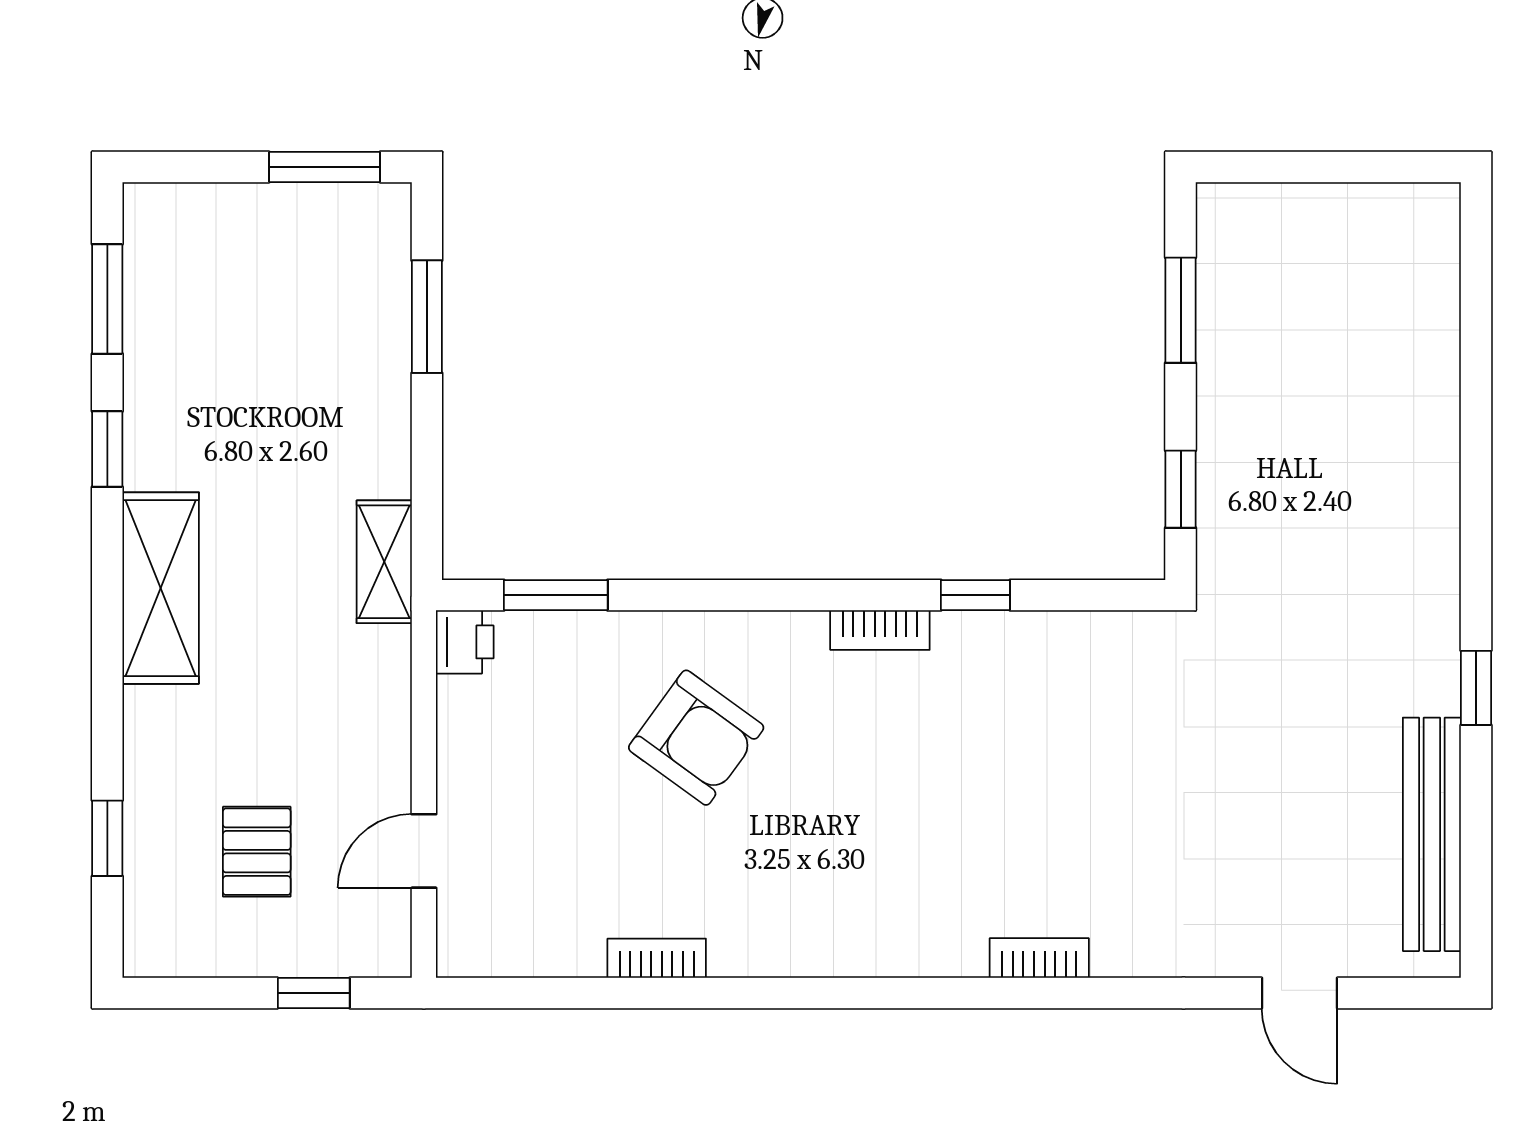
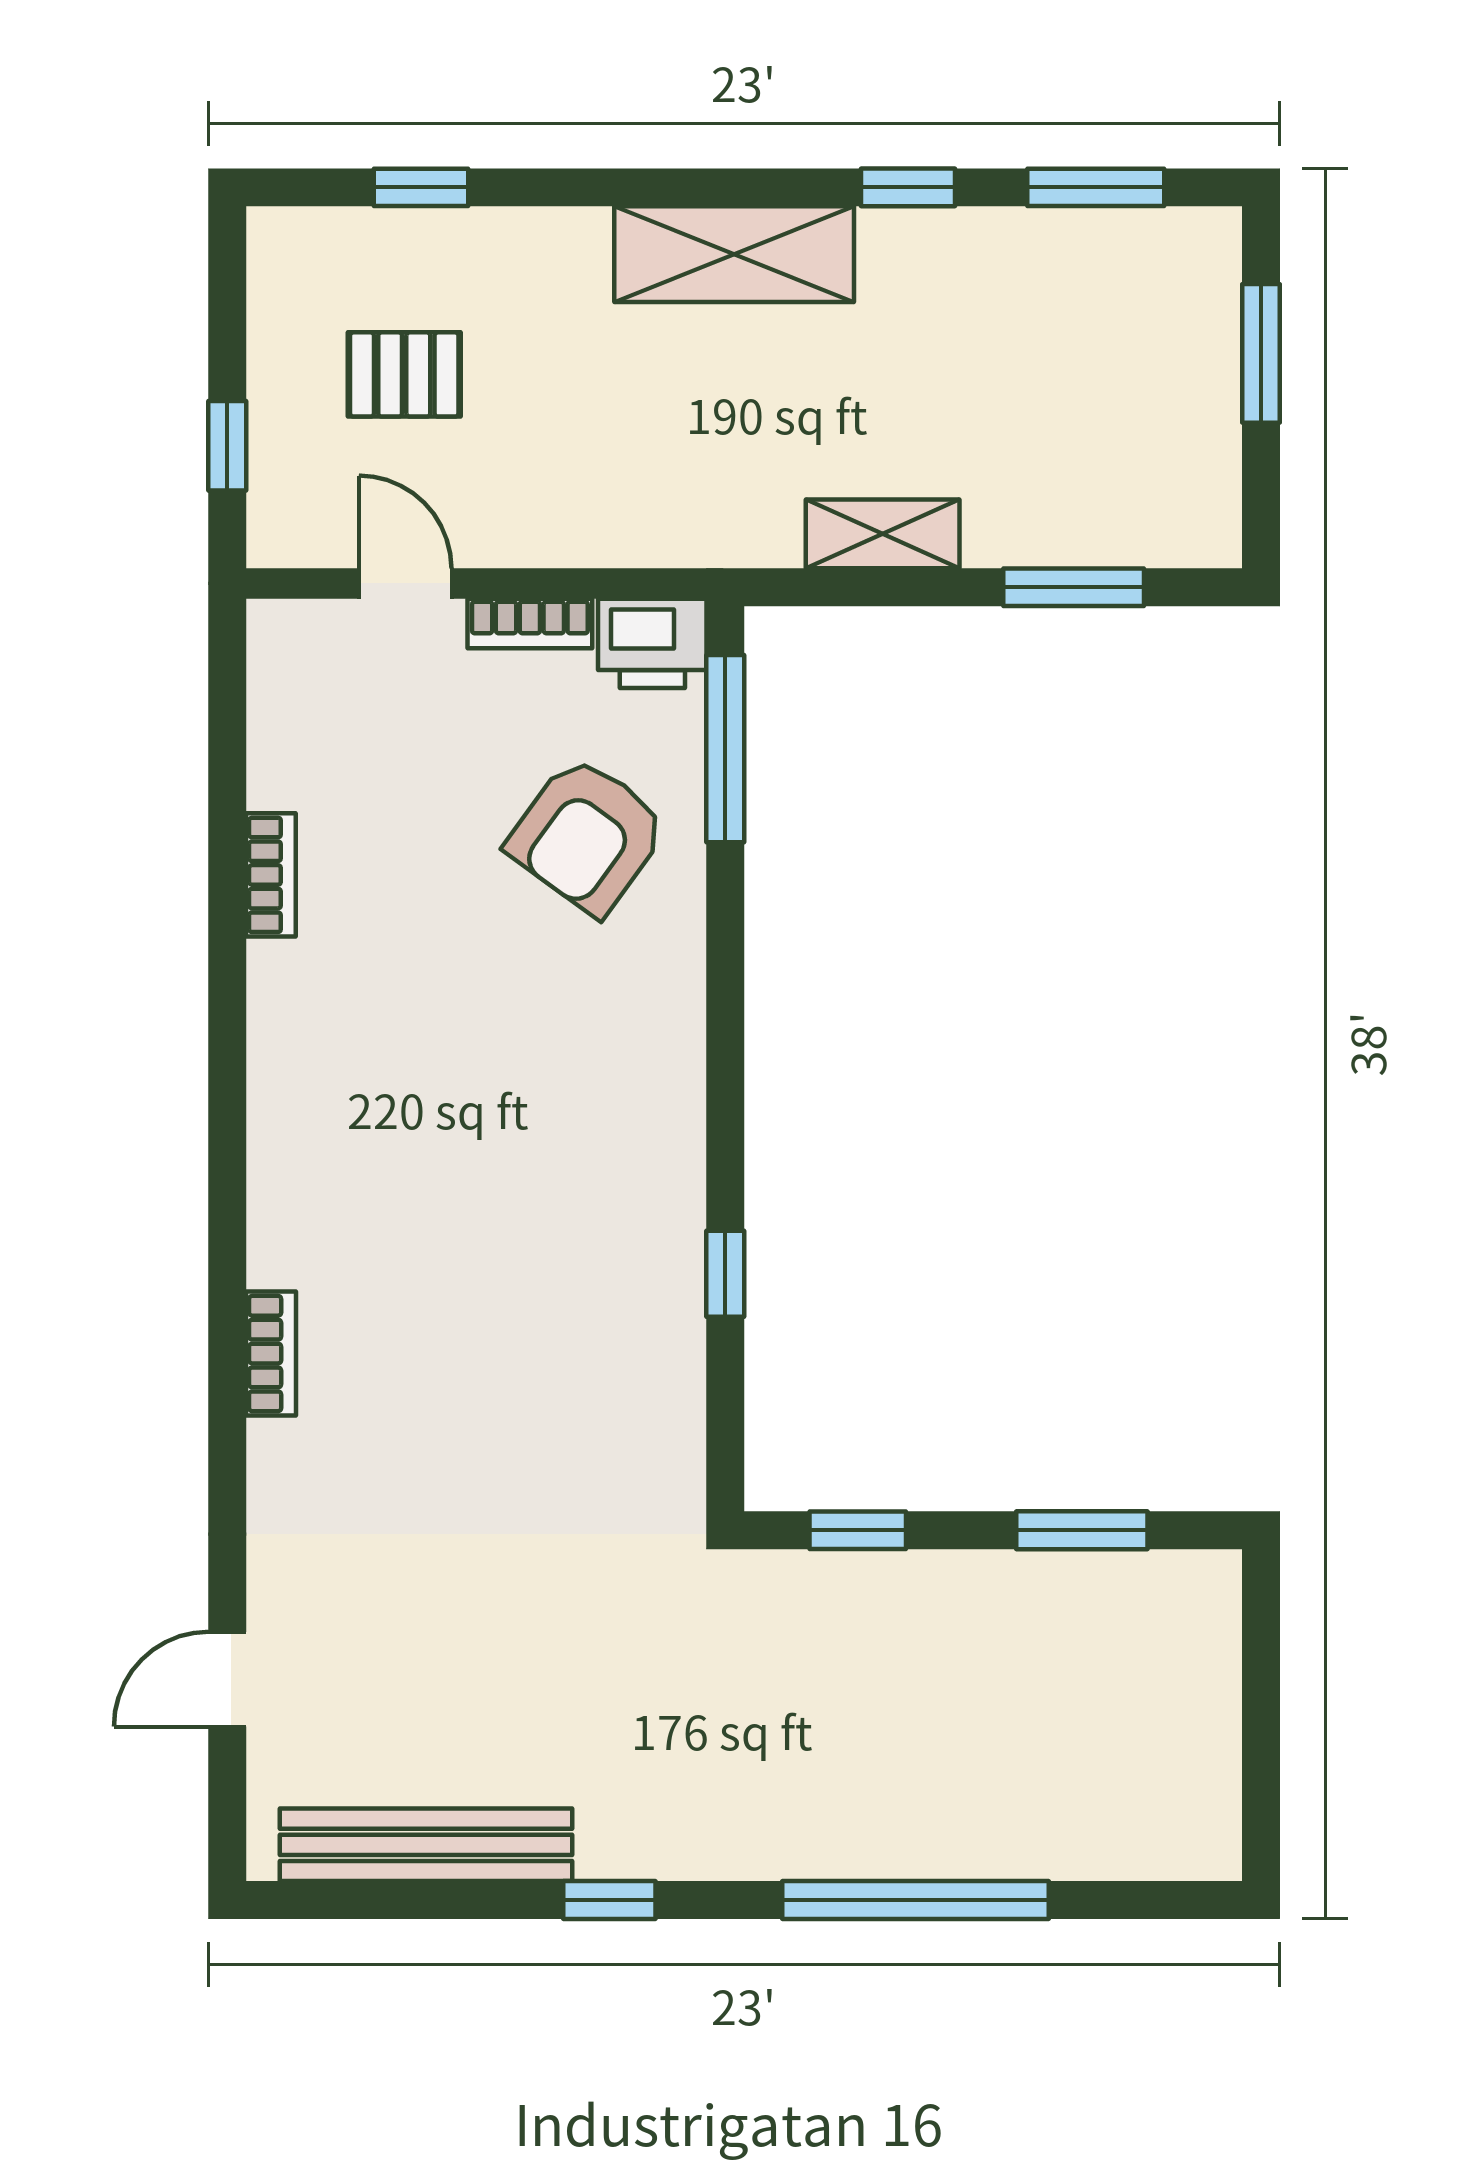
window: (325, 167) -> (1261, 353), moved
window: (1476, 443) -> (915, 1900), added
shelving: (384, 562) -> (883, 534), moved
window: (556, 595) -> (725, 749), width x1.44
bookcase: (880, 630) -> (530, 623), moved, turned -90
printer: (465, 642) -> (652, 643), width x1.36, depth x1.24
armchair: (696, 738) -> (587, 835), moved

